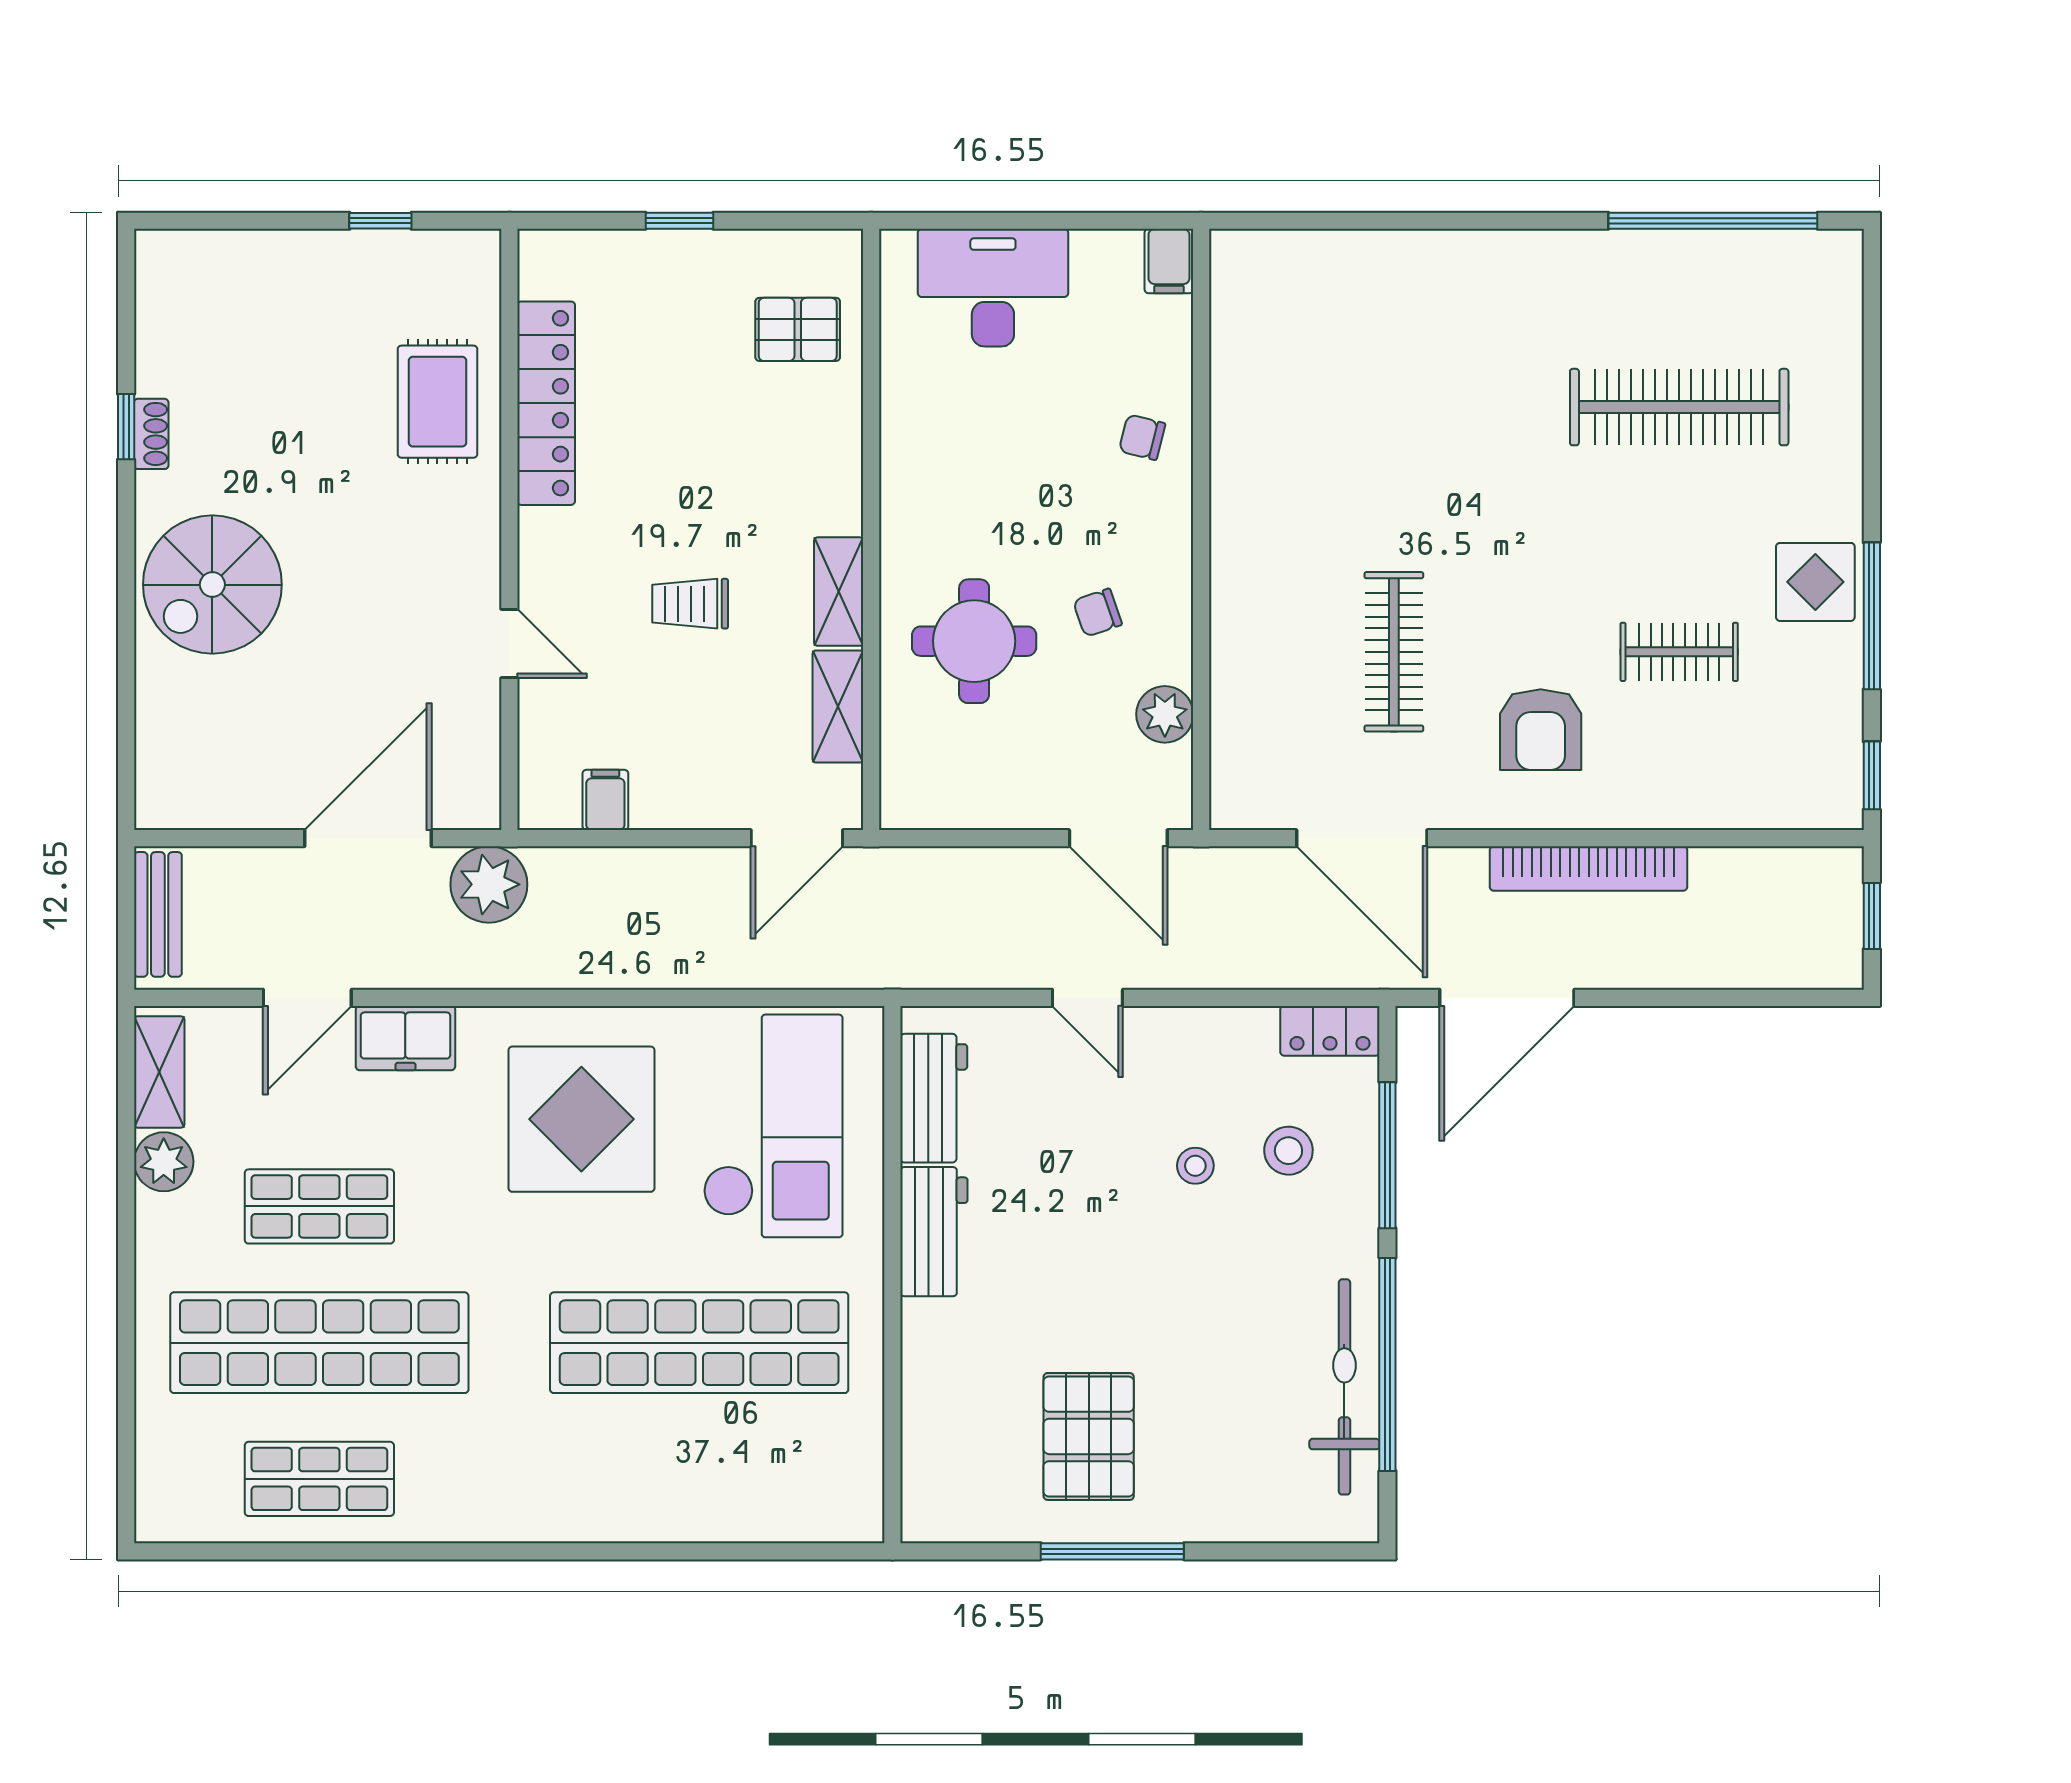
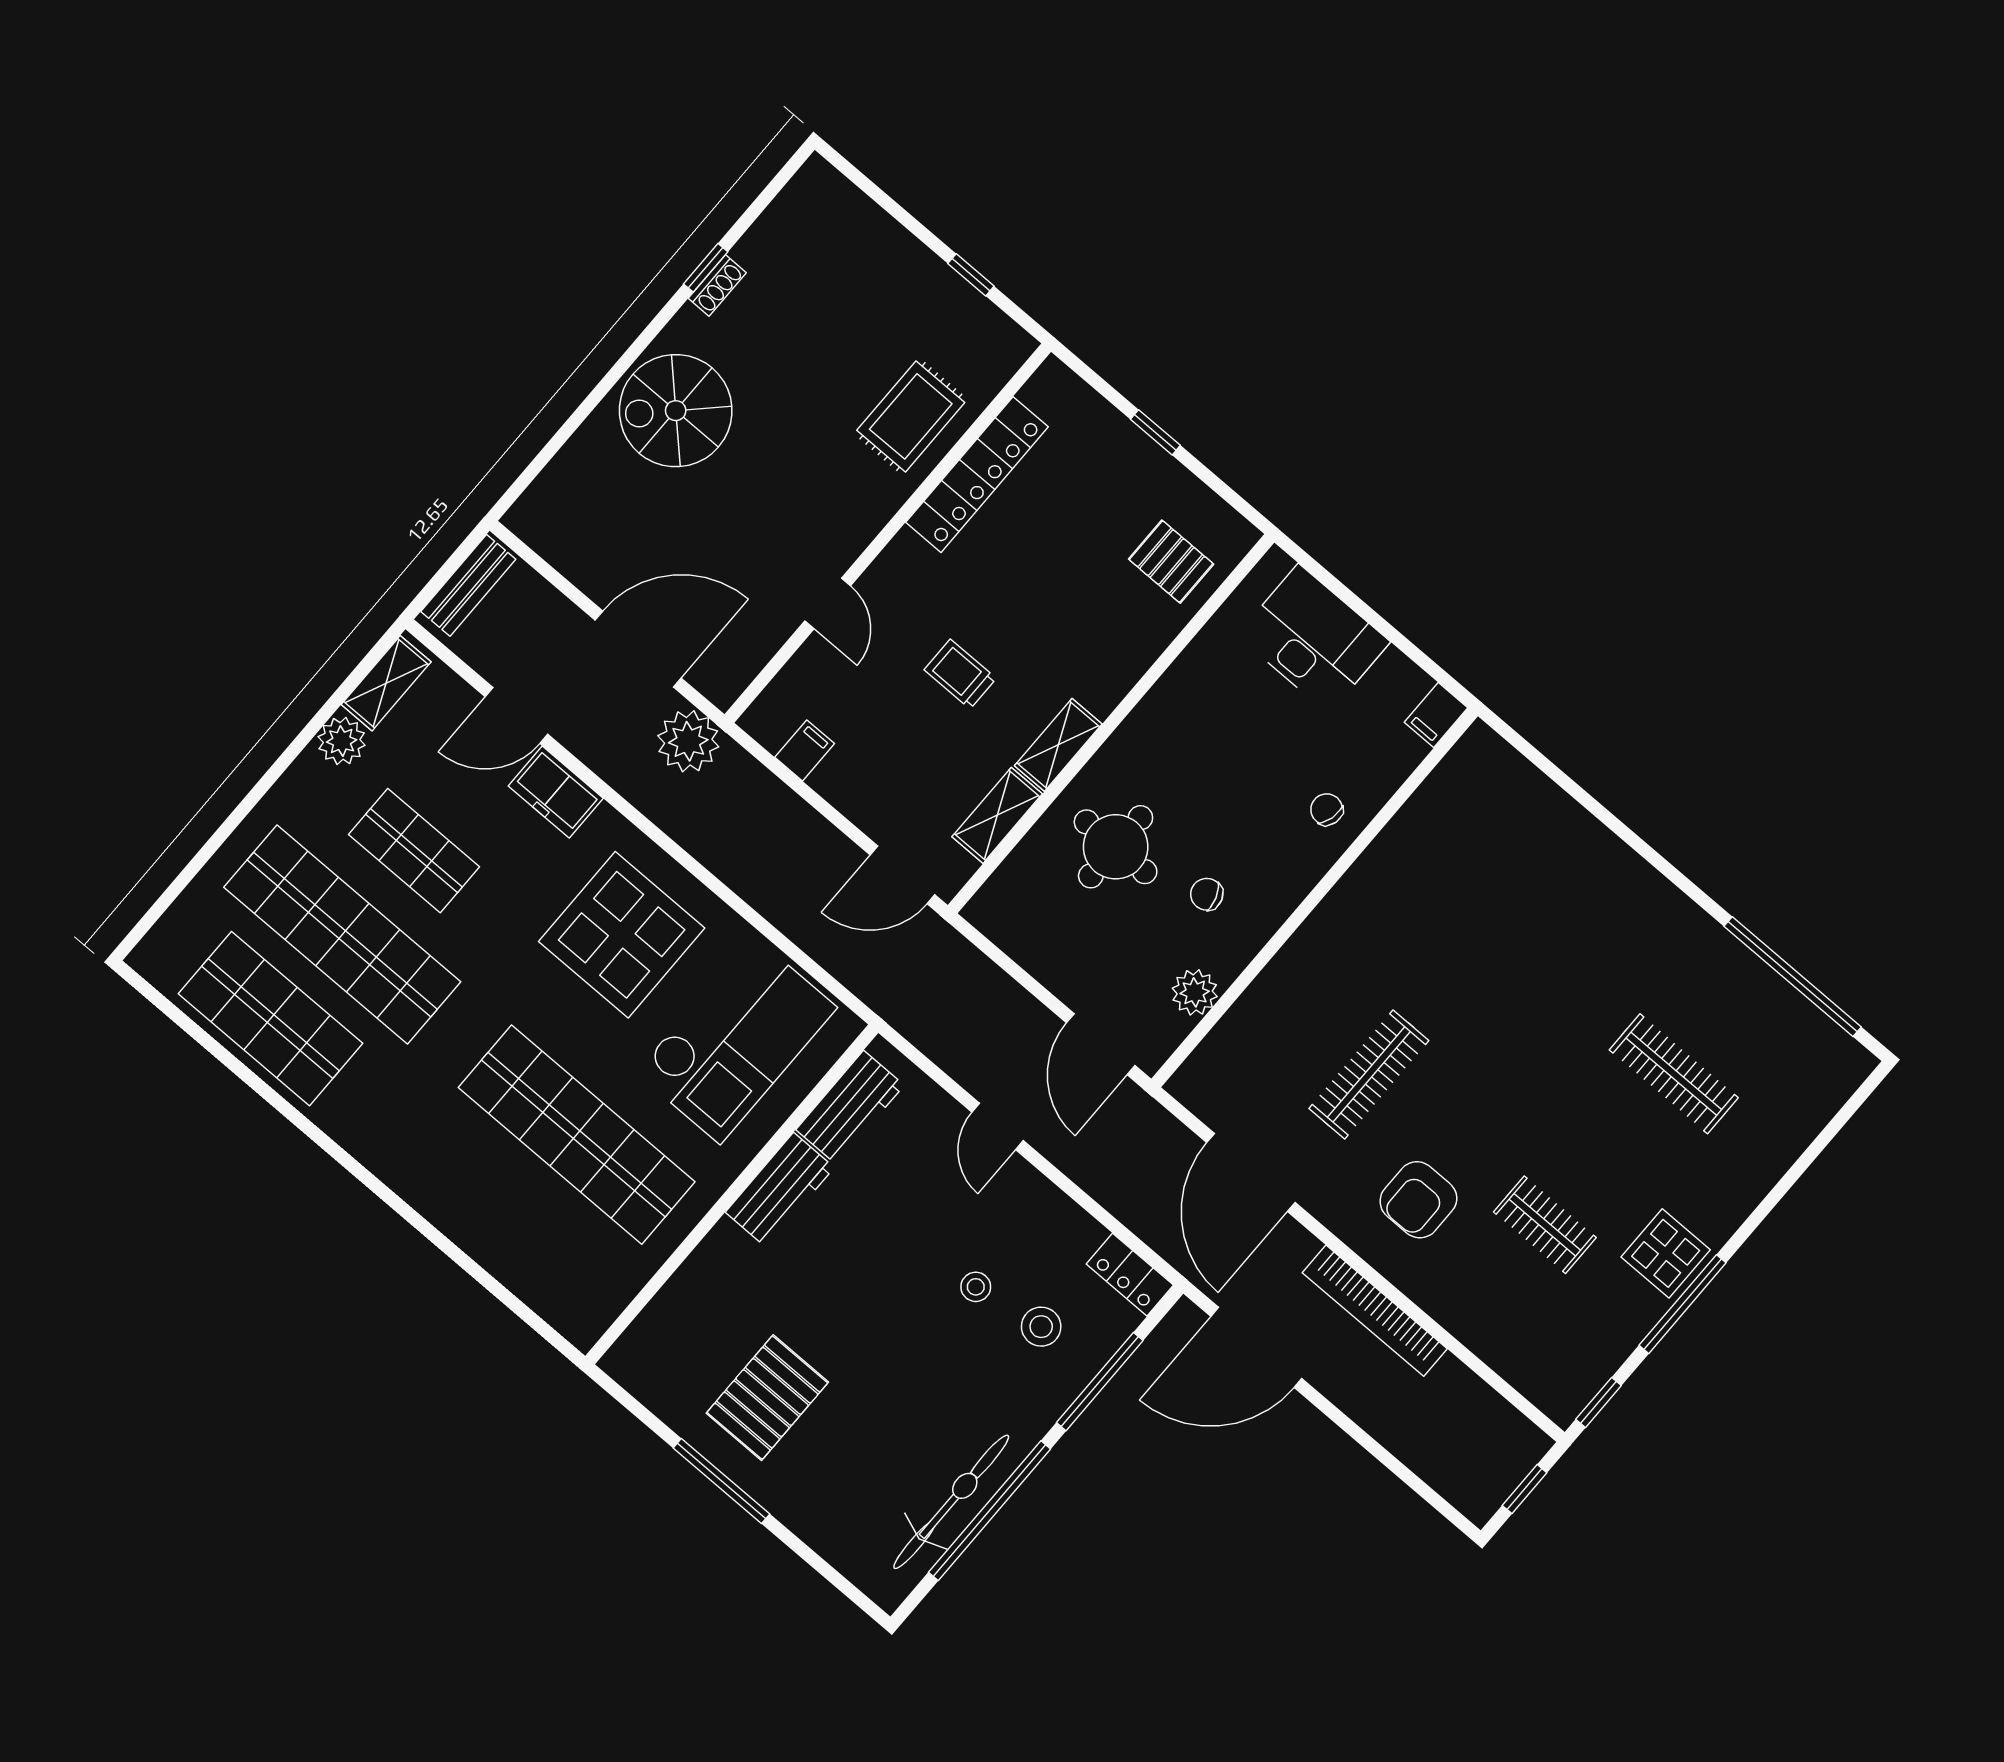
clothes rail: (1679, 407) -> (1674, 1074), width x0.73, depth x0.76
shop shelf: (319, 1479) -> (271, 1019), width x1.43, depth x1.36

